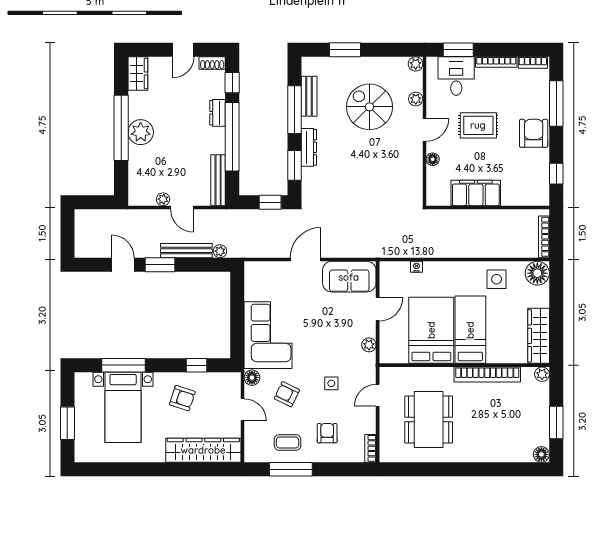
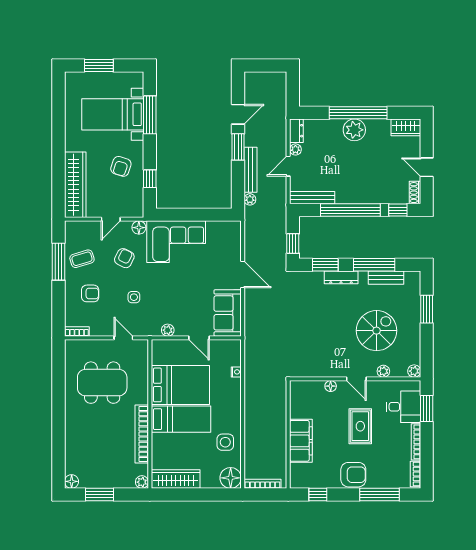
dresser: (218, 113) -> (296, 131), moved, turned 90
filing cabinet: (476, 193) -> (301, 441), moved
coffee table: (288, 442) -> (82, 259), turned 73

